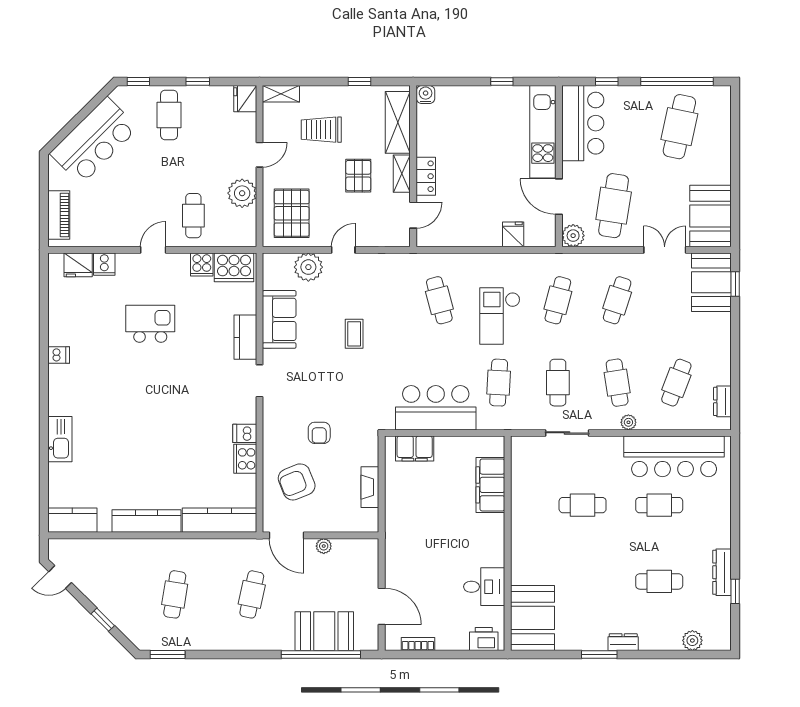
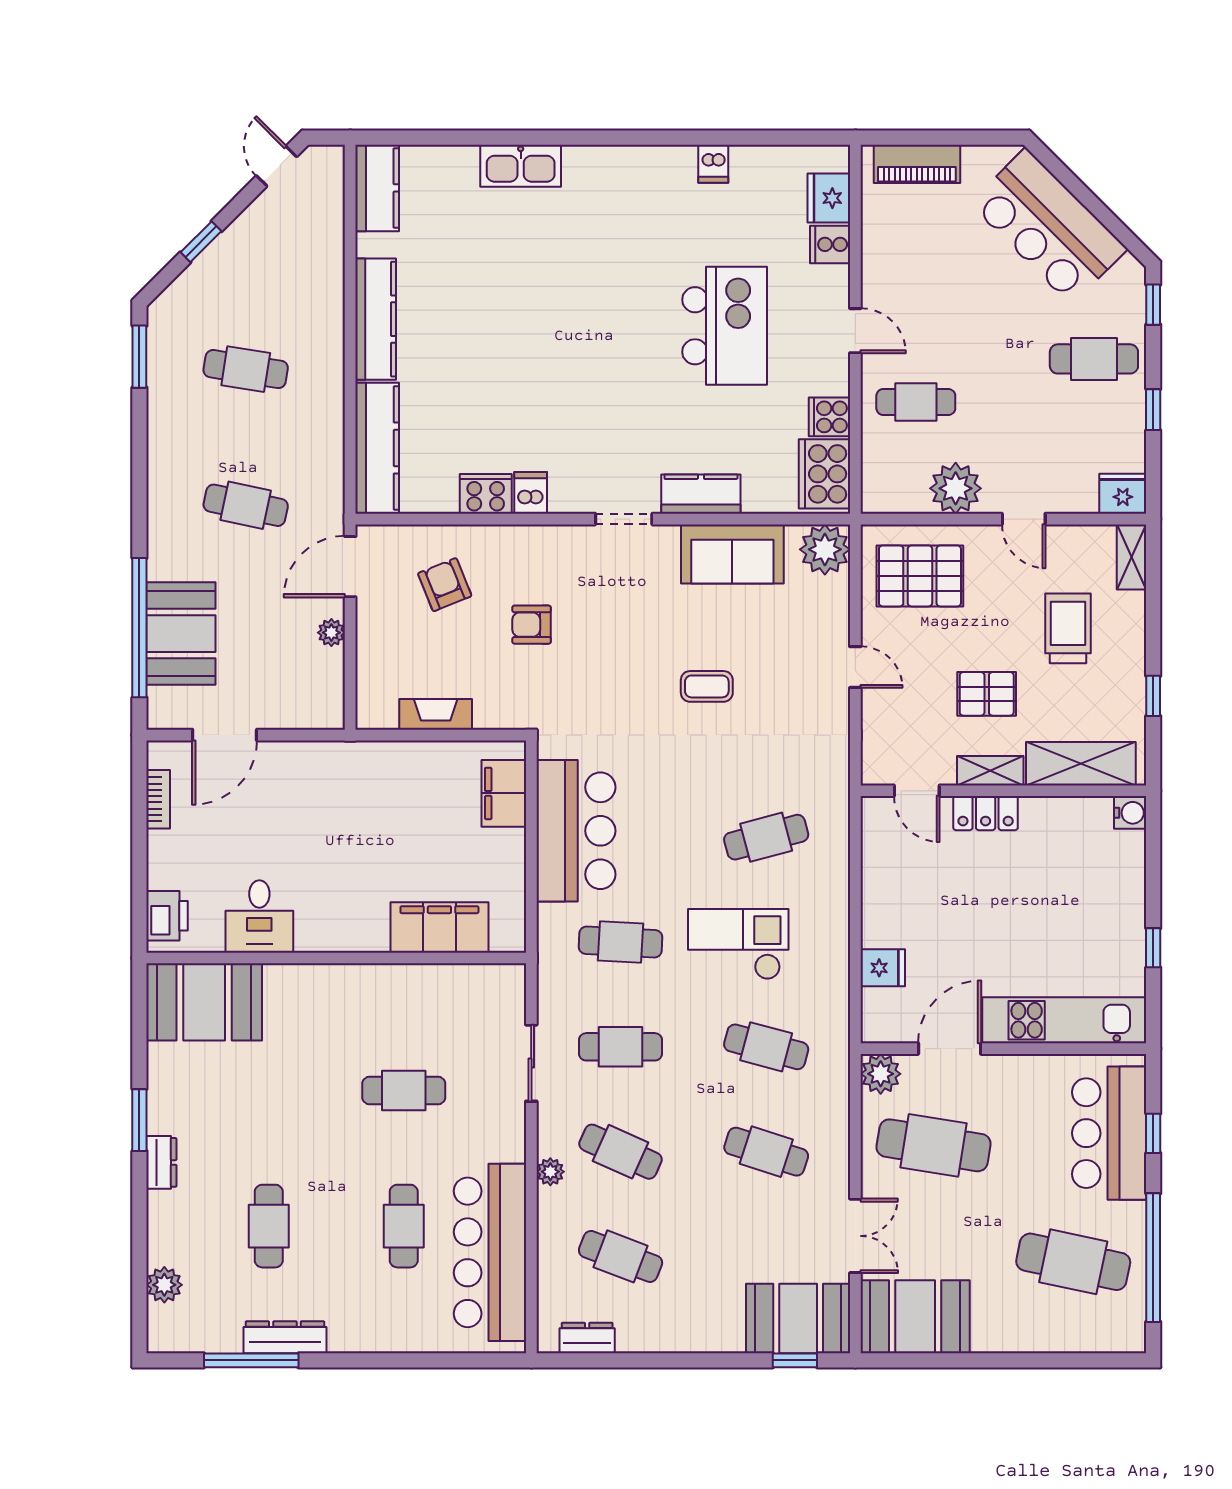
bar counter: (583, 123) -> (1109, 1133), moved, turned 90
plant: (308, 267) -> (825, 549), moved
kitchen island: (150, 324) -> (725, 326), width x1.37, depth x1.28
dishwasher: (59, 355) -> (713, 164), moved
cafe table: (617, 383) -> (621, 1152), turned 33
armchair: (297, 482) -> (445, 585), width x0.72, depth x0.72
cafe table: (583, 505) -> (404, 1091), turned 90
window: (735, 591) -> (251, 1360), width x2.17

